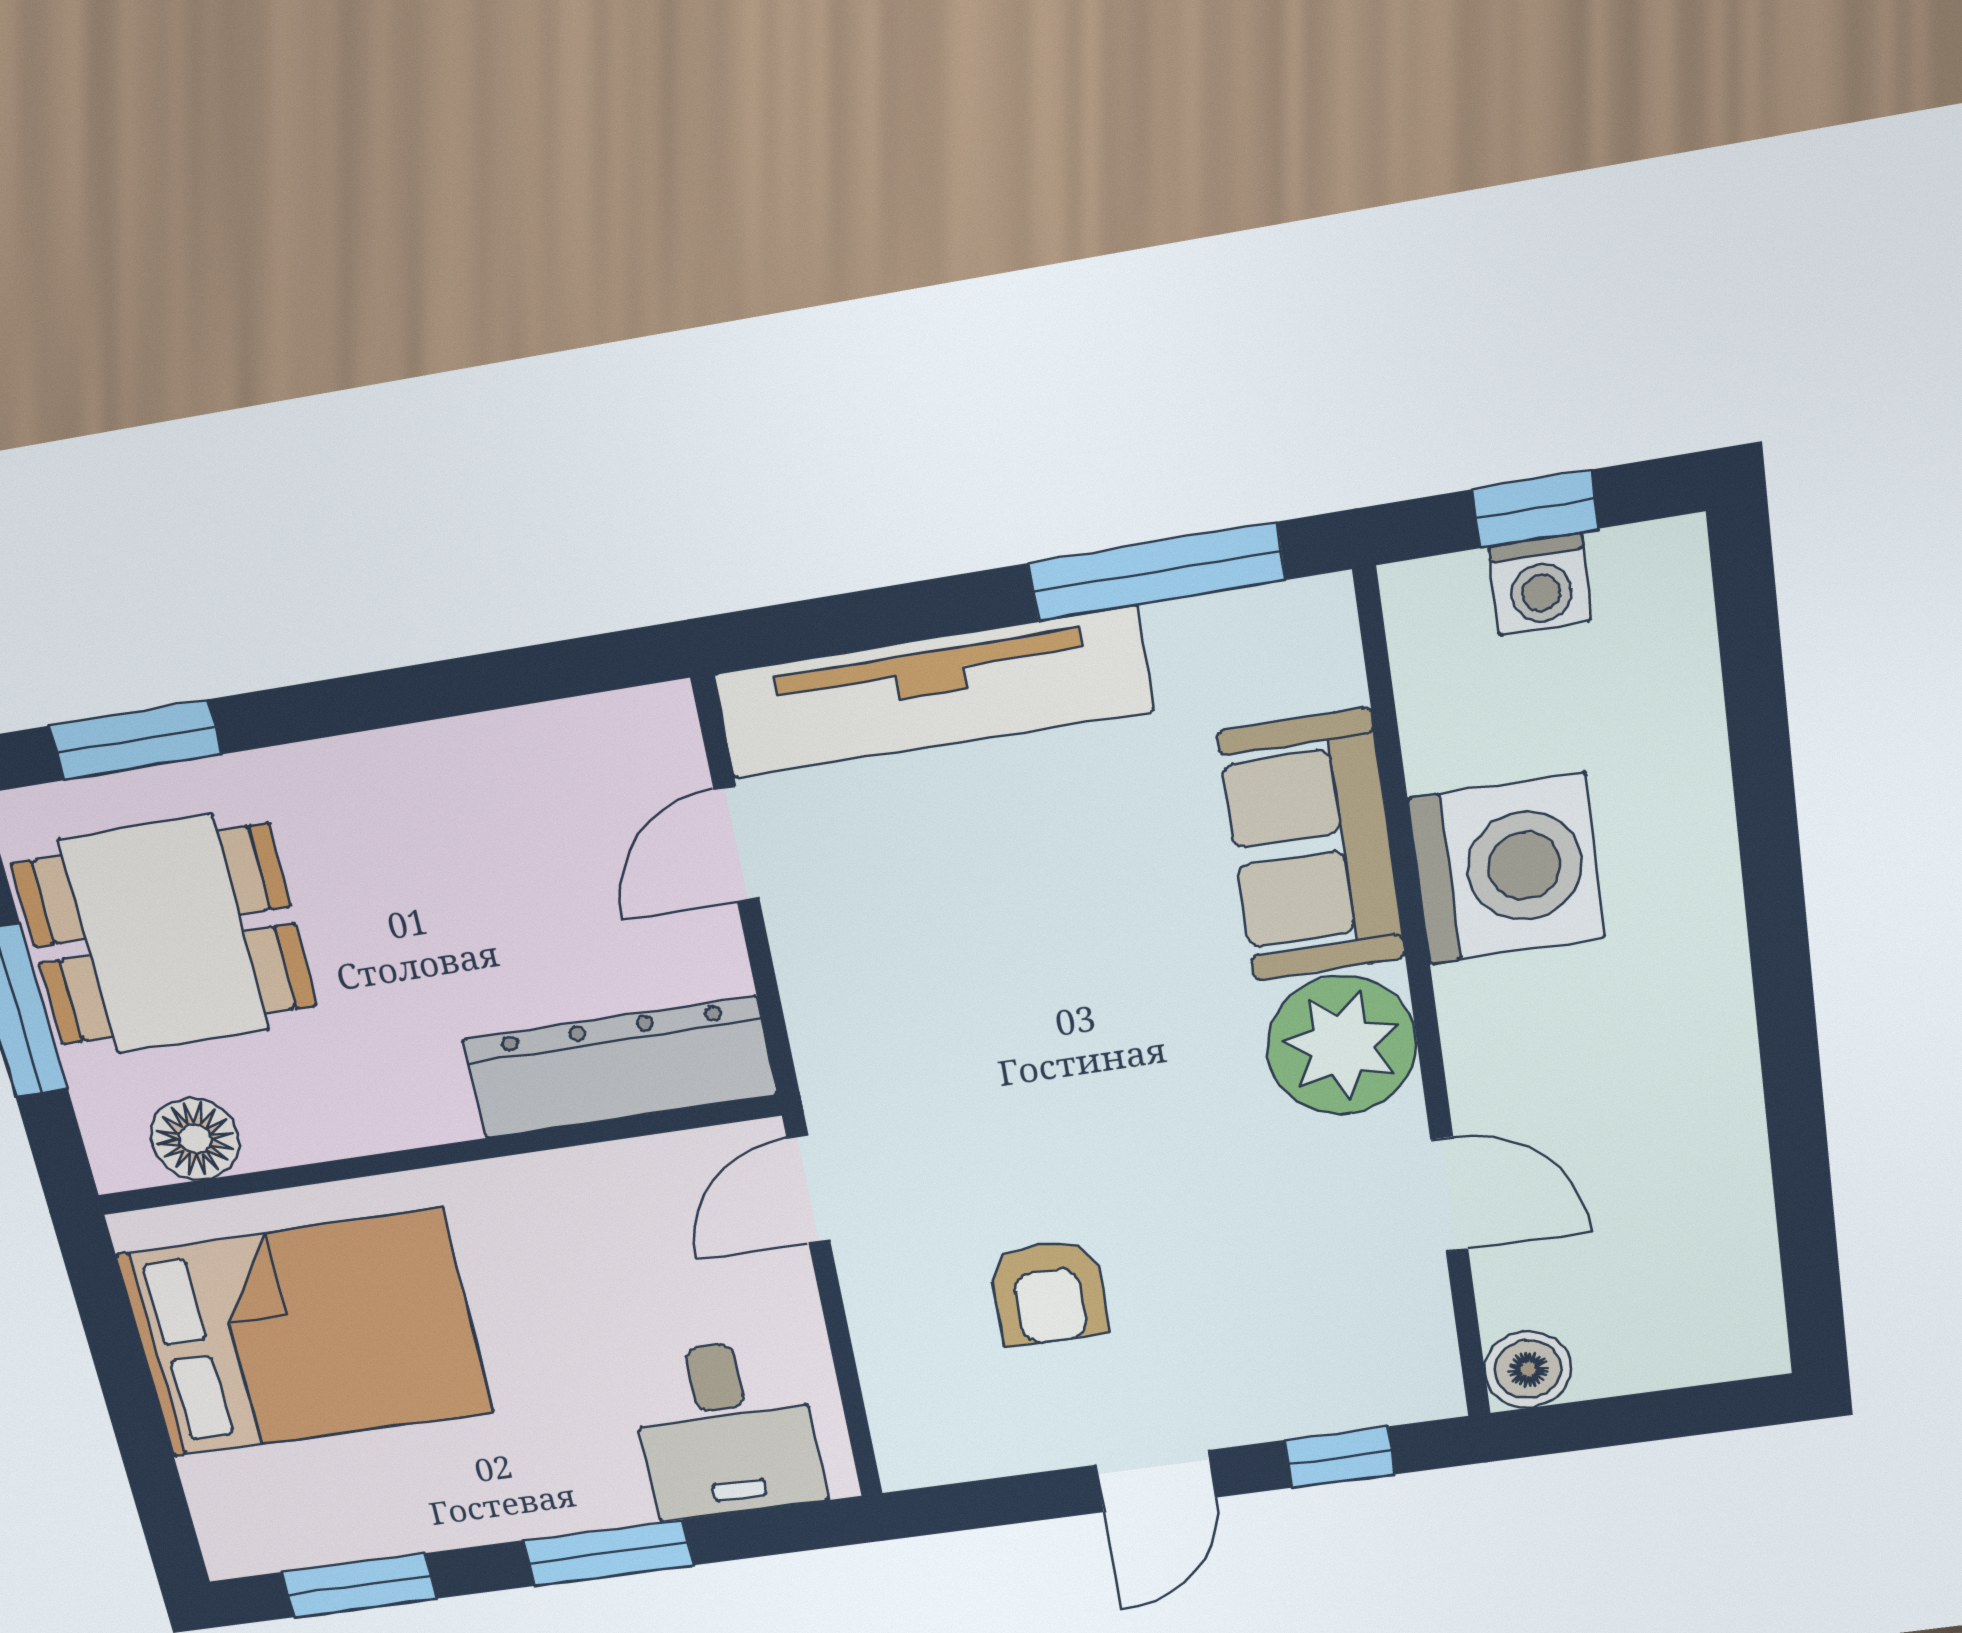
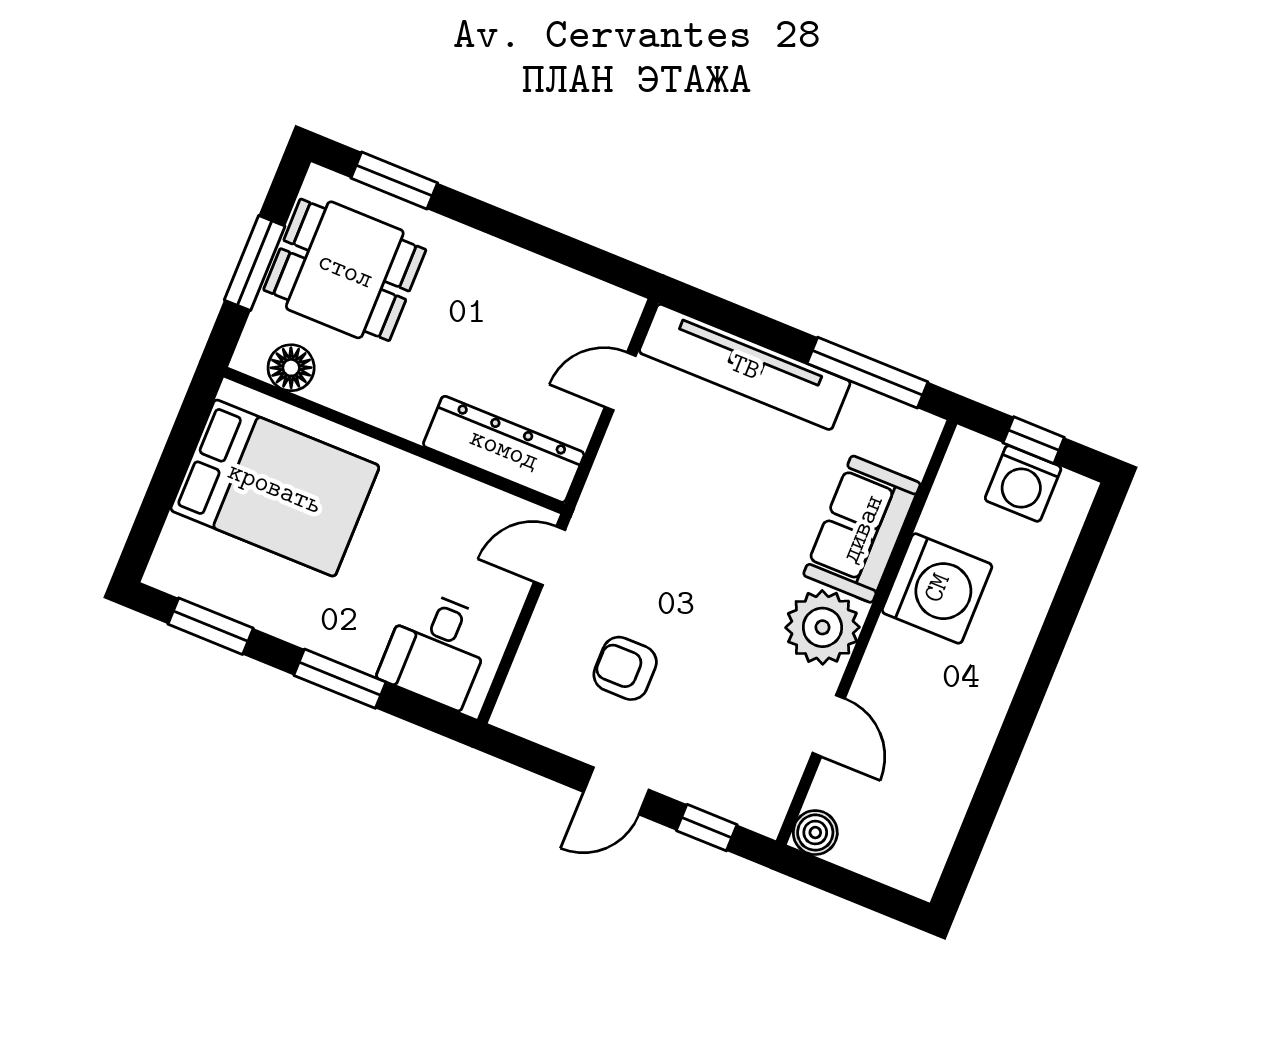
washing machine: (1540, 584) -> (1023, 484), width x1.38, depth x1.38
armchair: (1048, 1292) -> (625, 668), turned 90

